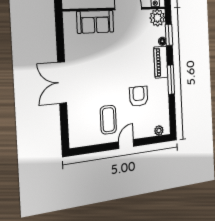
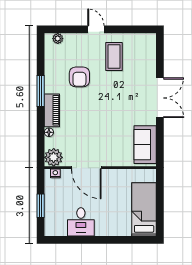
sofa: (95, 22) -> (145, 145), moved, turned -90
window: (169, 35) -> (41, 139), removed
door: (126, 144) -> (96, 29), swing flipped

